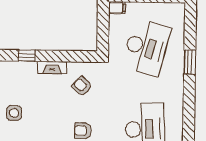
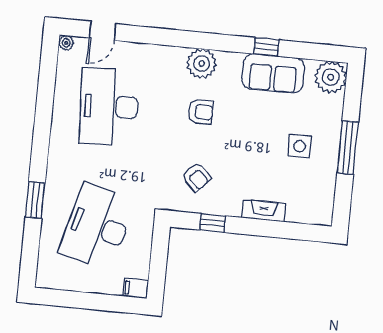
window: (27, 56) -> (213, 223), moved
fireplace: (52, 68) -> (264, 211), moved

